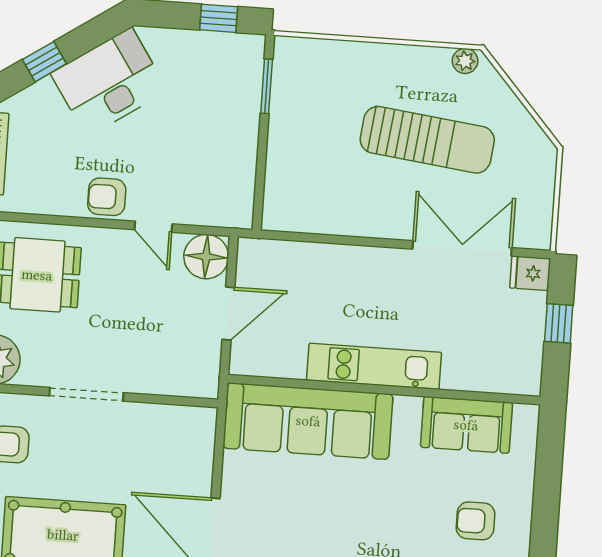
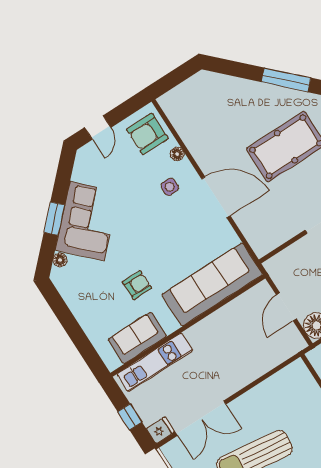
kitchen unit: (374, 366) -> (155, 362), moved
armchair: (475, 521) -> (137, 285), moved

